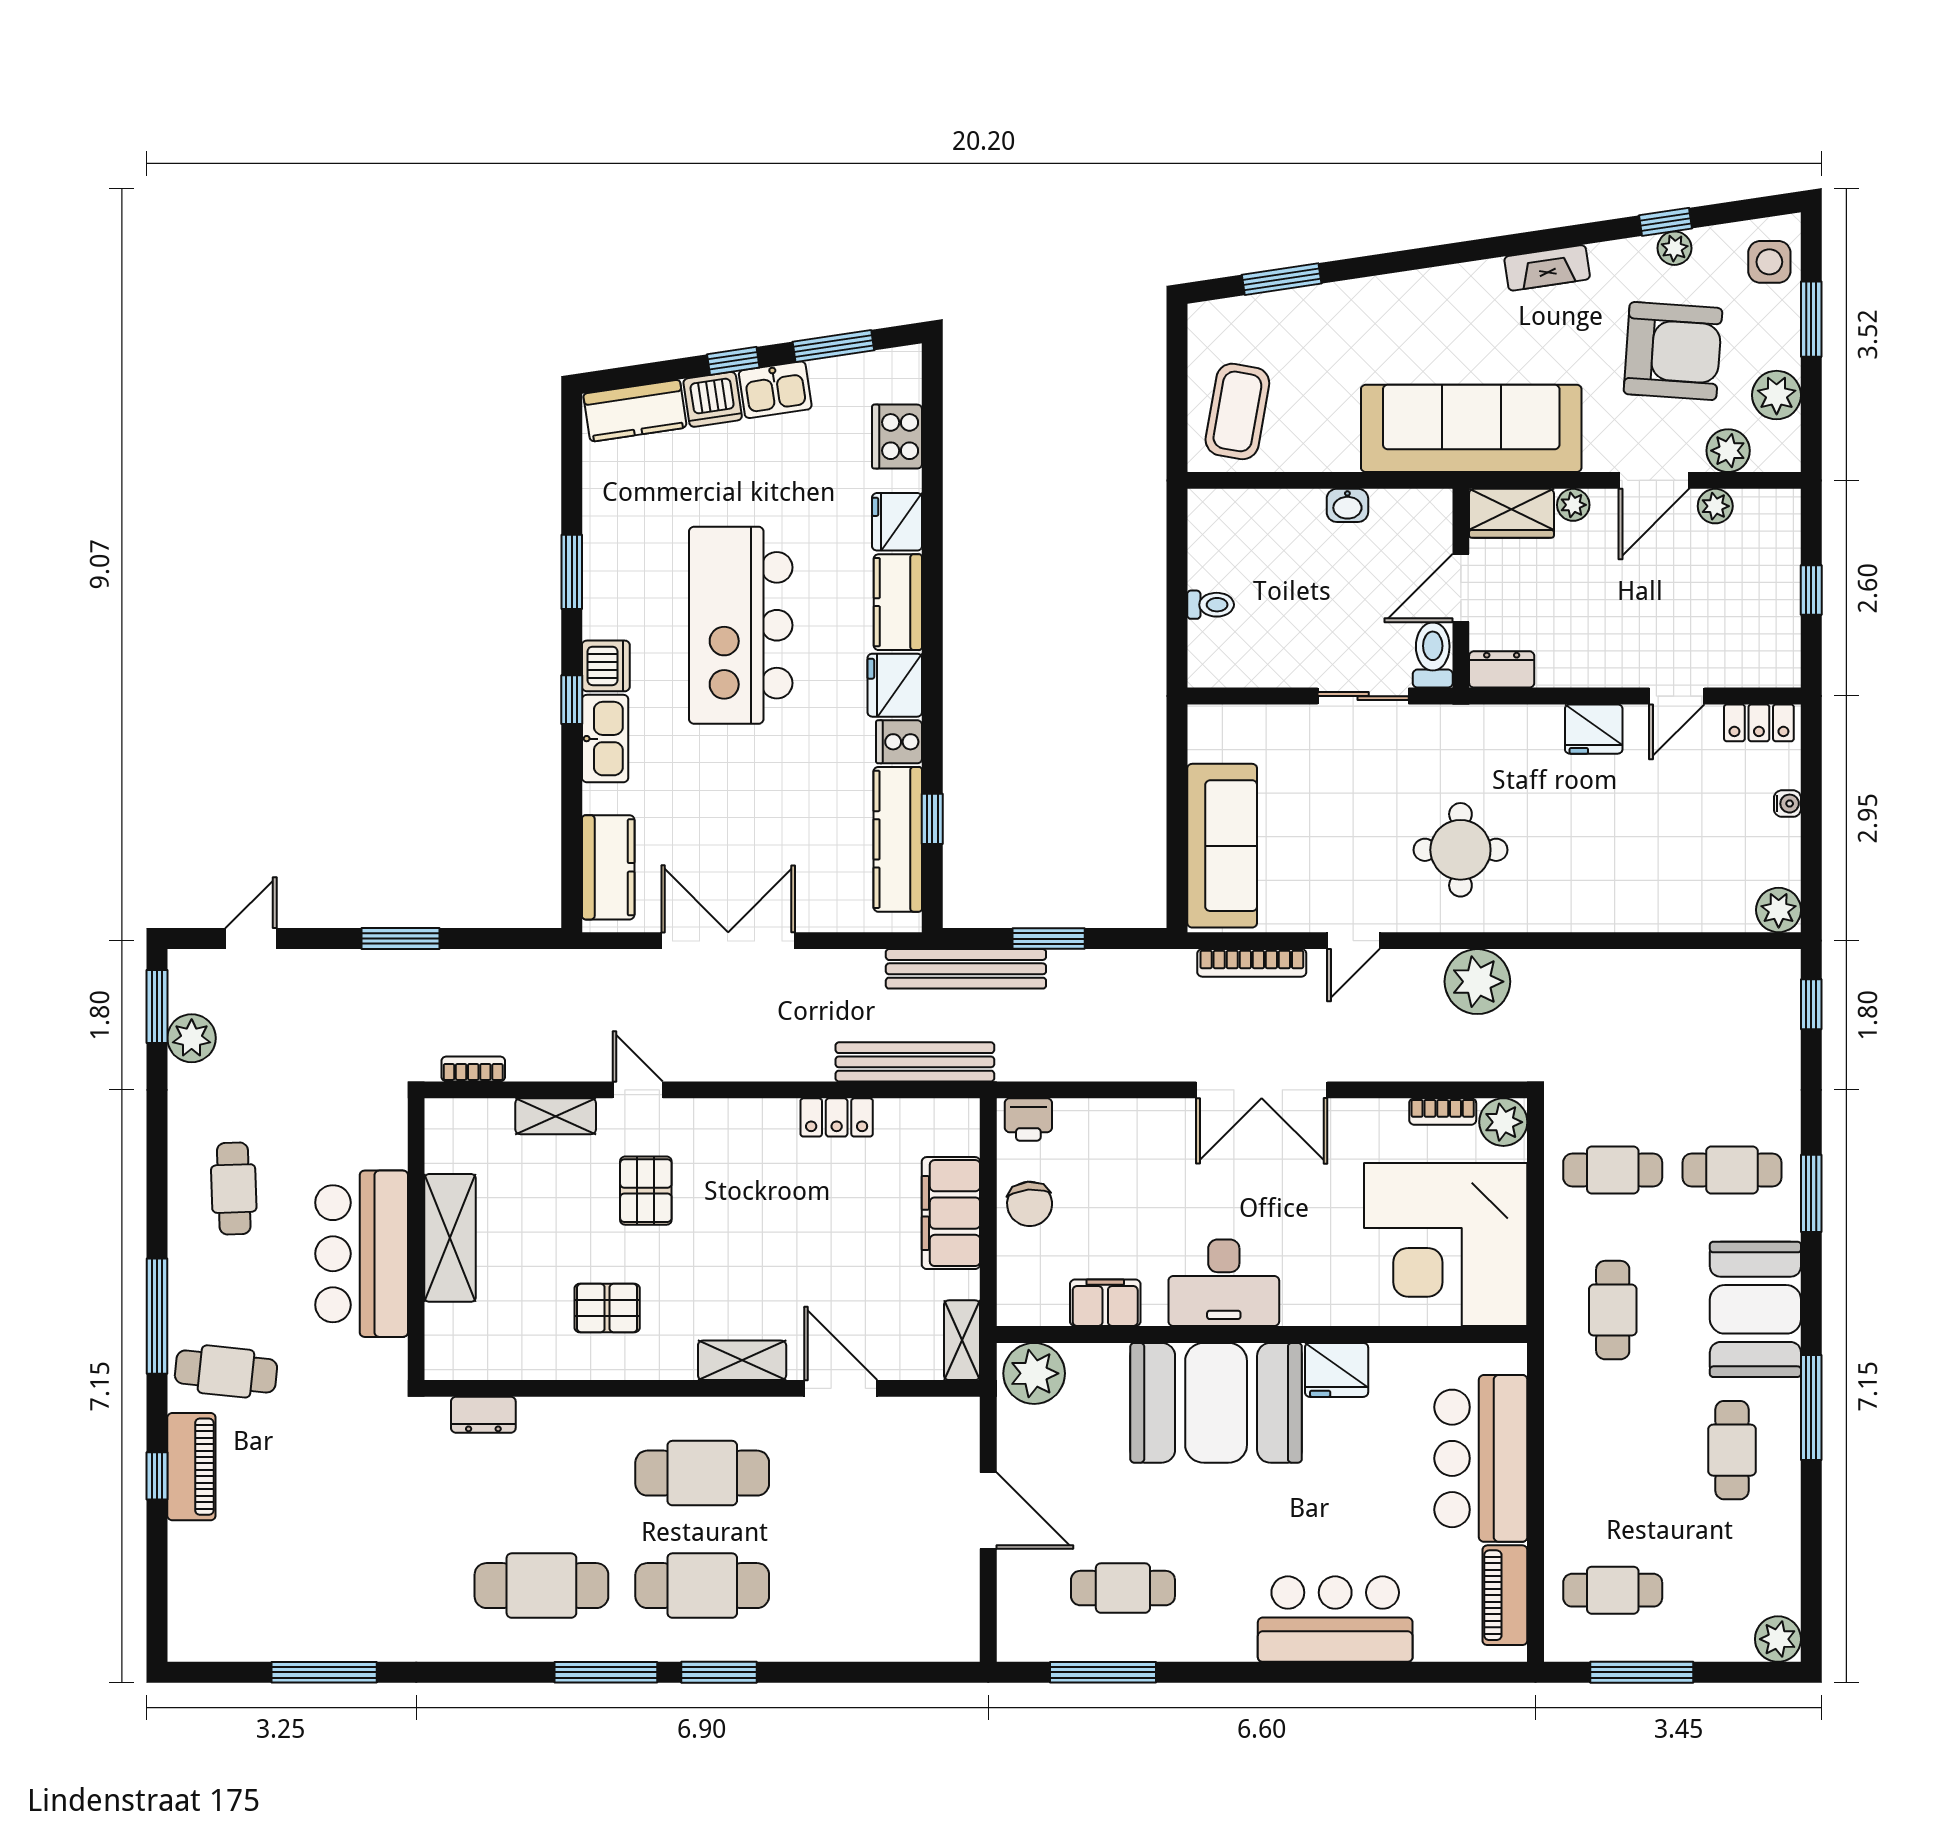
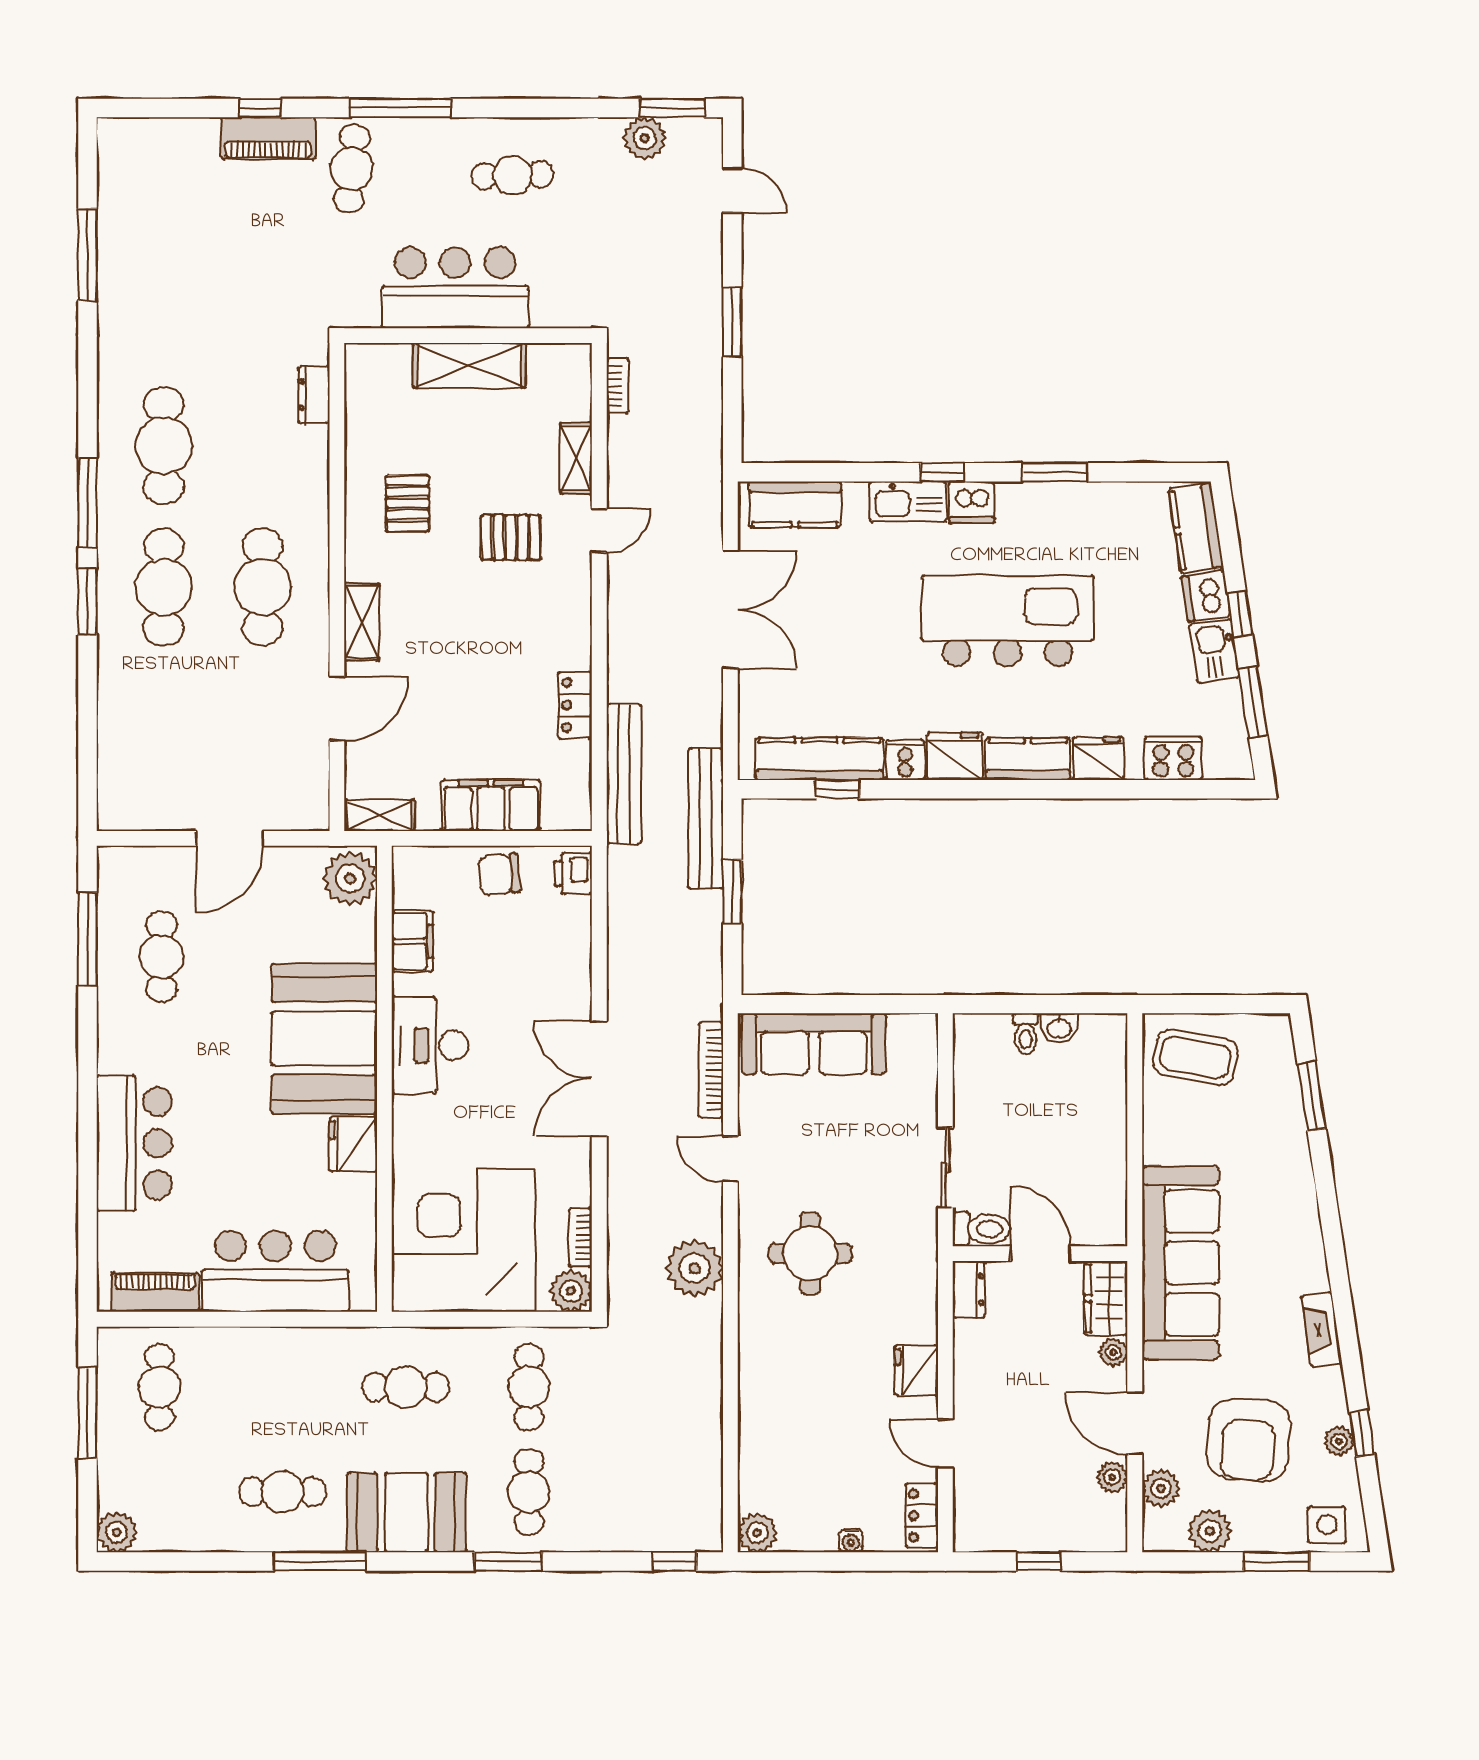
washbasin: (1347, 505) -> (1059, 1028), moved, turned -90

